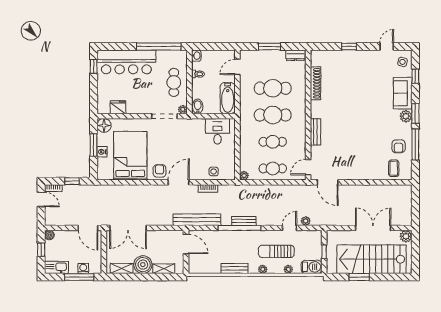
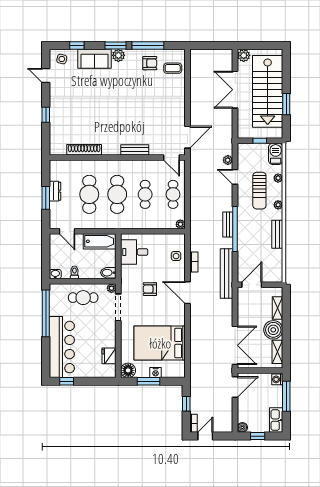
dresser: (295, 55) -> (55, 191), moved
armchair: (160, 171) -> (150, 289), moved
washing machine: (83, 268) -> (277, 379), moved

